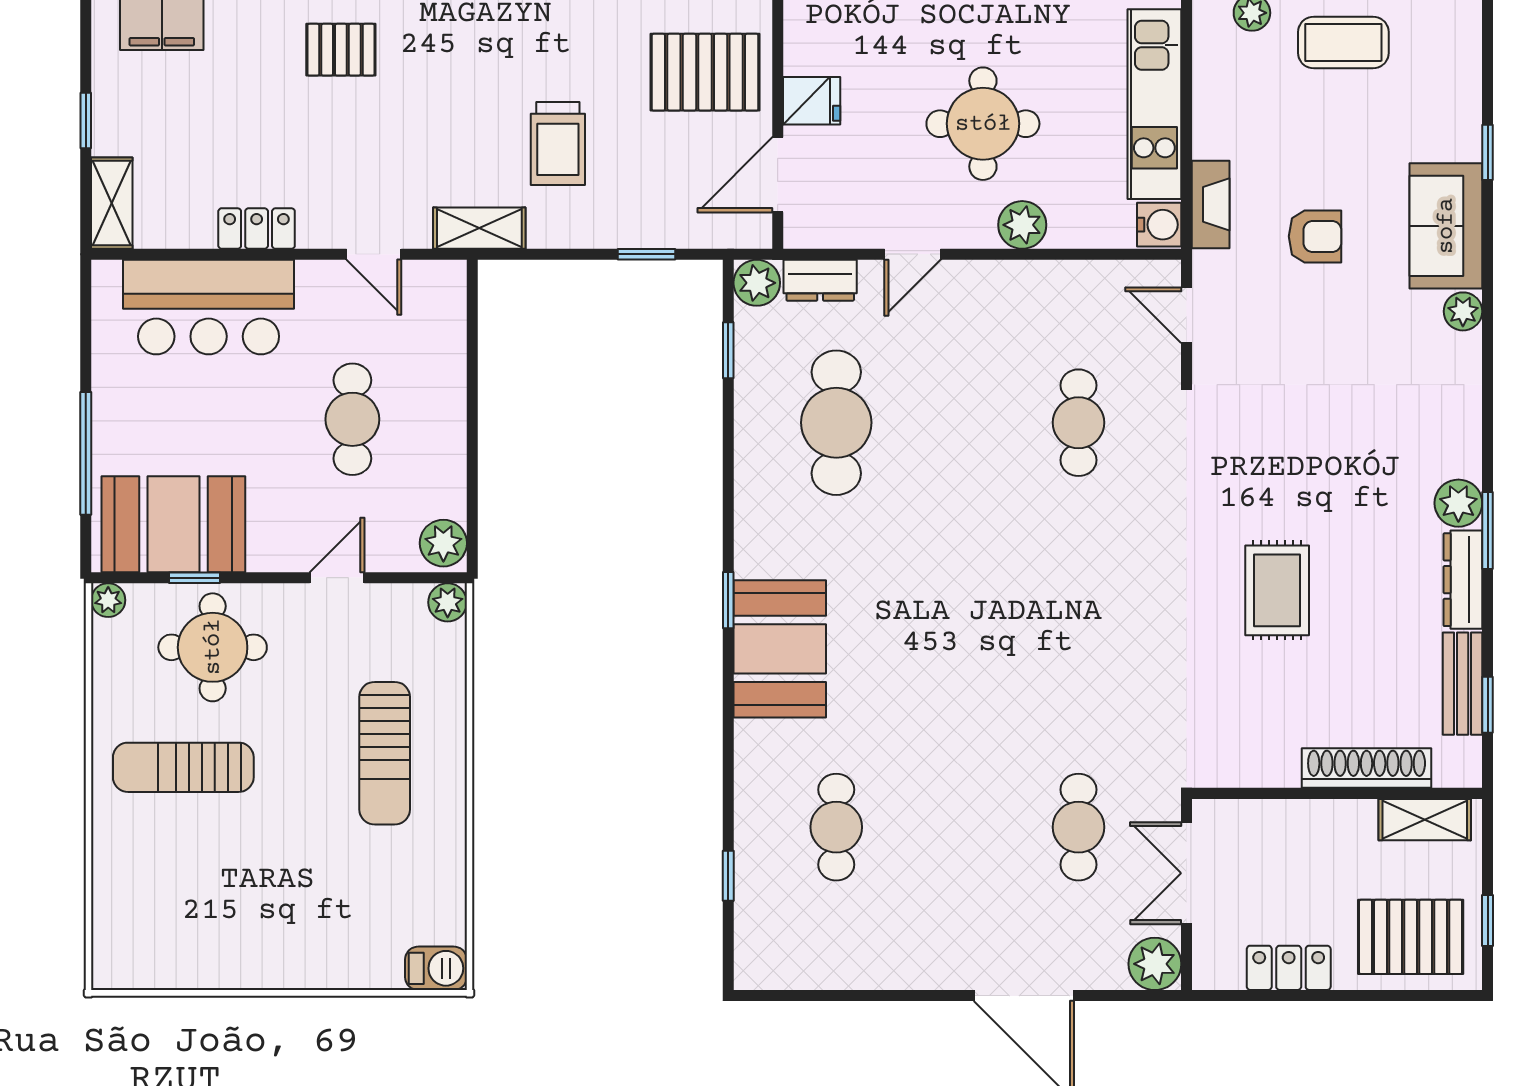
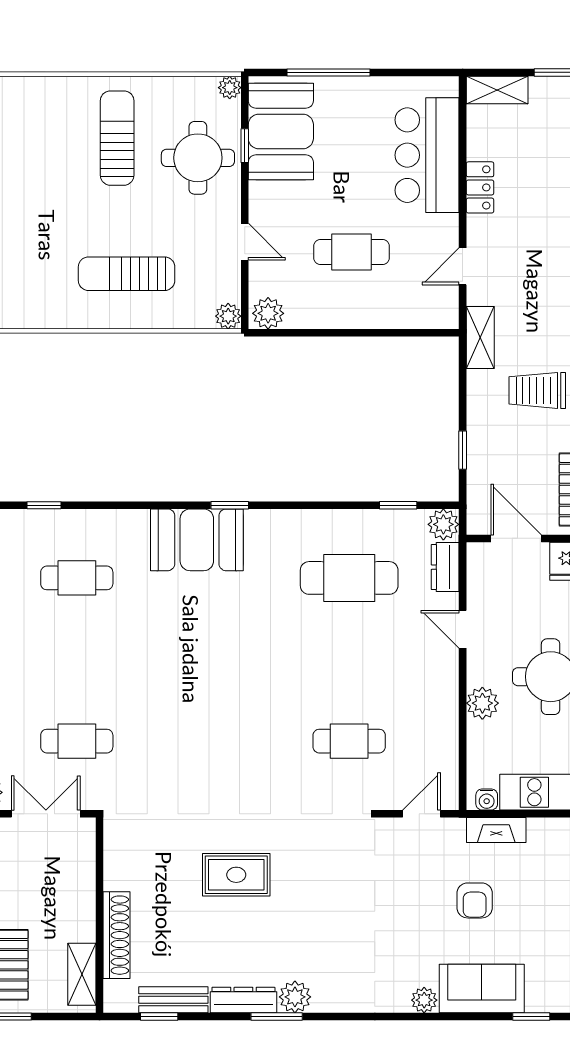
water cooler: (1159, 225) -> (487, 799), width x0.72, depth x0.72

